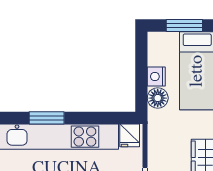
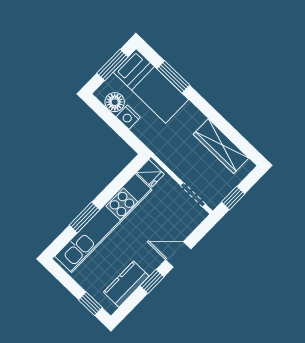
floor lamp: (158, 98) -> (115, 102), moved

